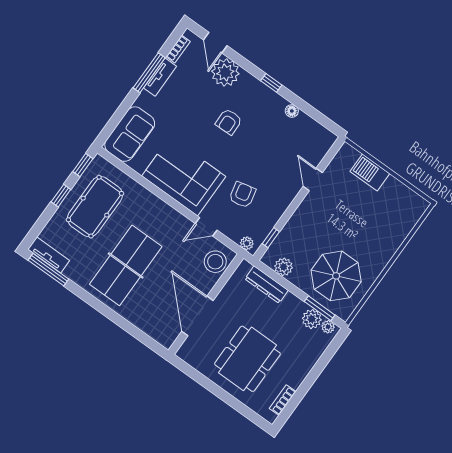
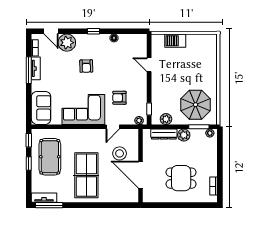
armchair: (242, 195) -> (119, 98), turned -77
stool: (215, 262) -> (120, 153), moved
plant: (312, 319) -> (184, 135), moved
dining table: (247, 359) -> (181, 178), width x0.73

